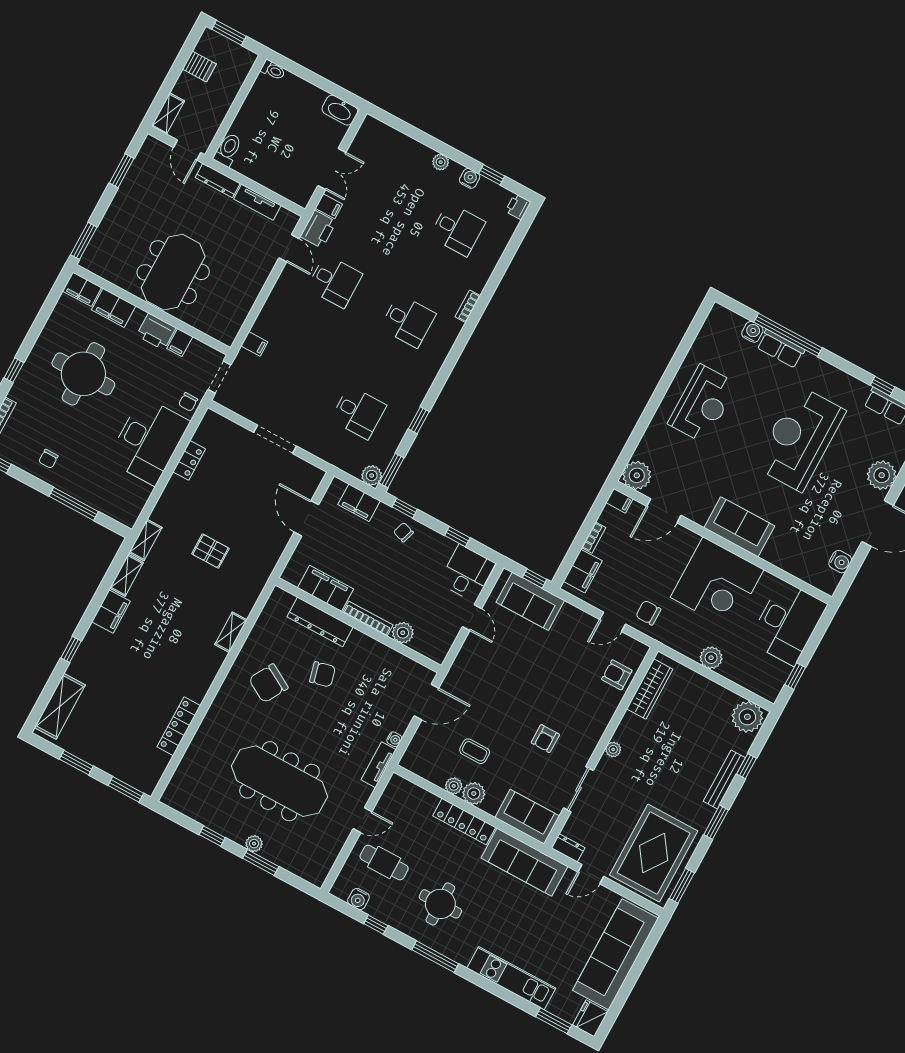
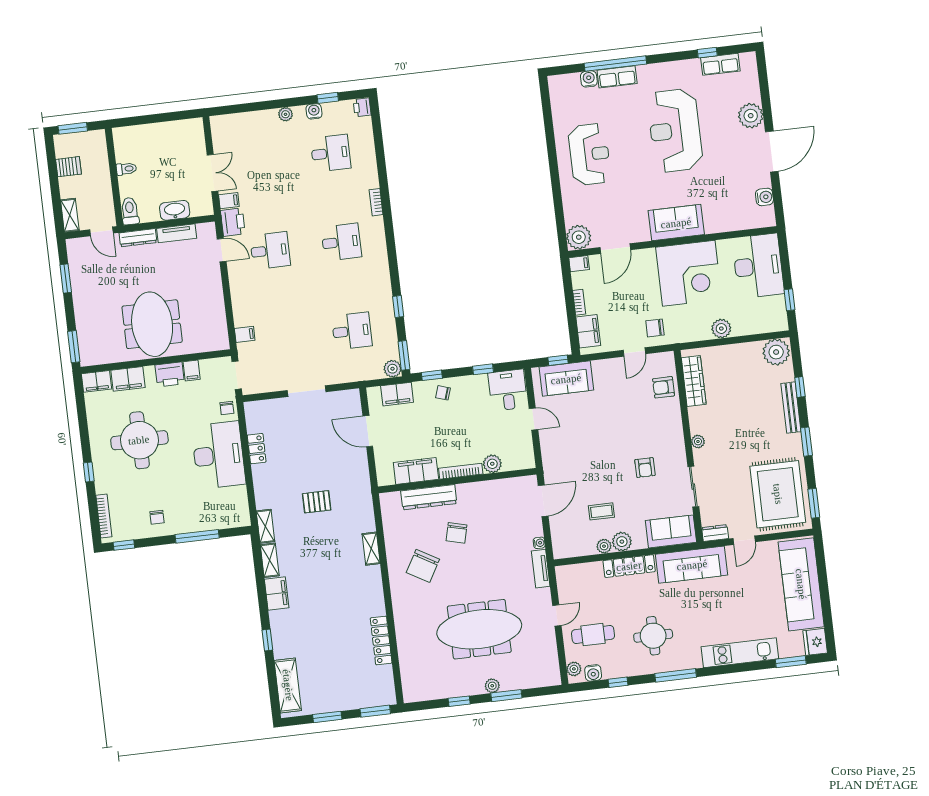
toilet: (273, 70) -> (126, 169), moved
washbasin: (340, 110) -> (175, 210), moved, turned 180
chair: (322, 674) -> (456, 533), turned 118
plant: (343, 882) -> (574, 669), added

